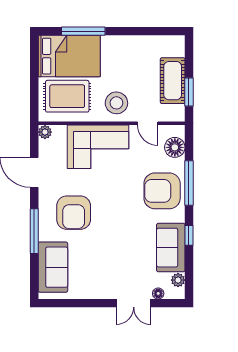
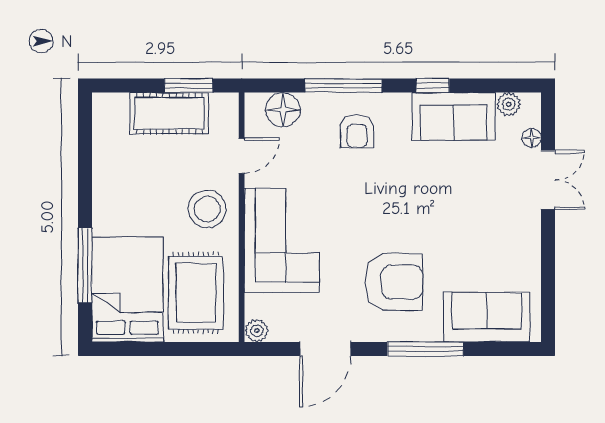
armchair: (162, 191) -> (357, 131), width x0.53, depth x0.53

